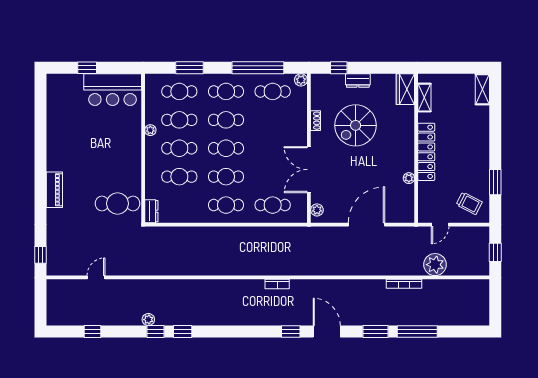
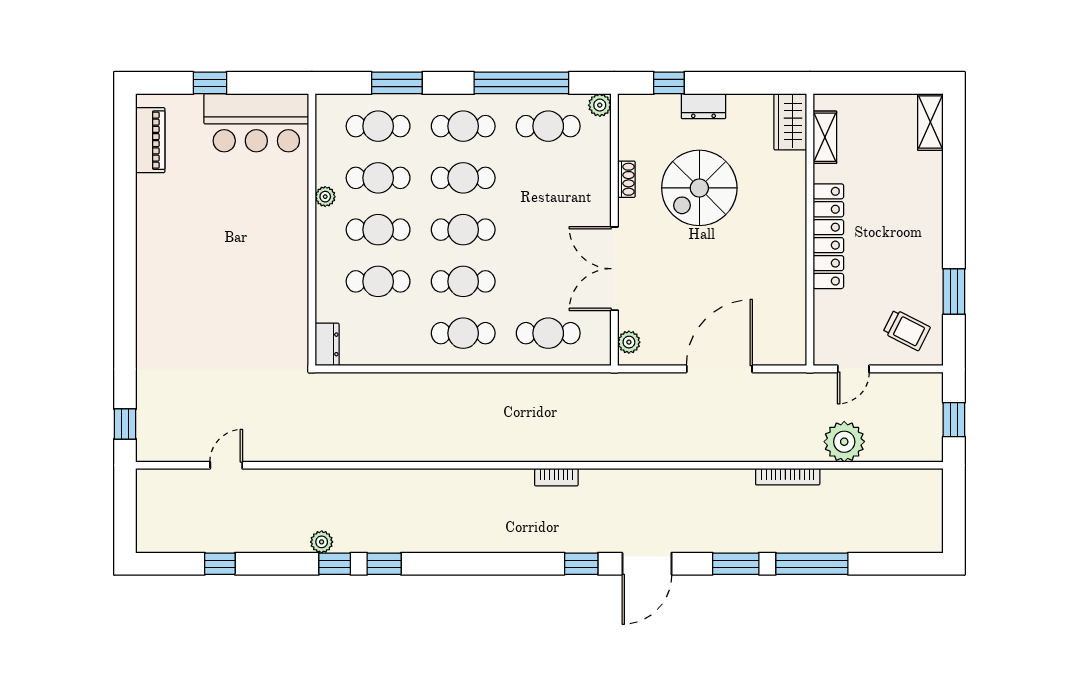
plant: (409, 178) -> (797, 284), removed
piano: (54, 190) -> (150, 140), moved
cafe table: (118, 203) -> (265, 330), removed
door: (327, 332) -> (647, 564), swing flipped

